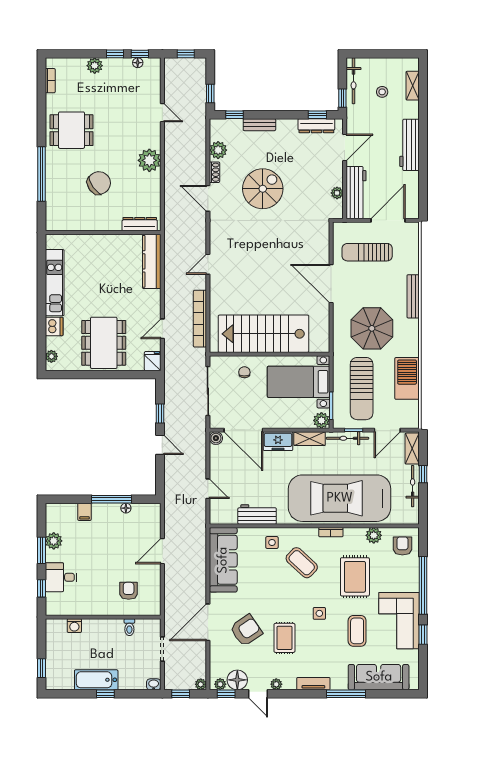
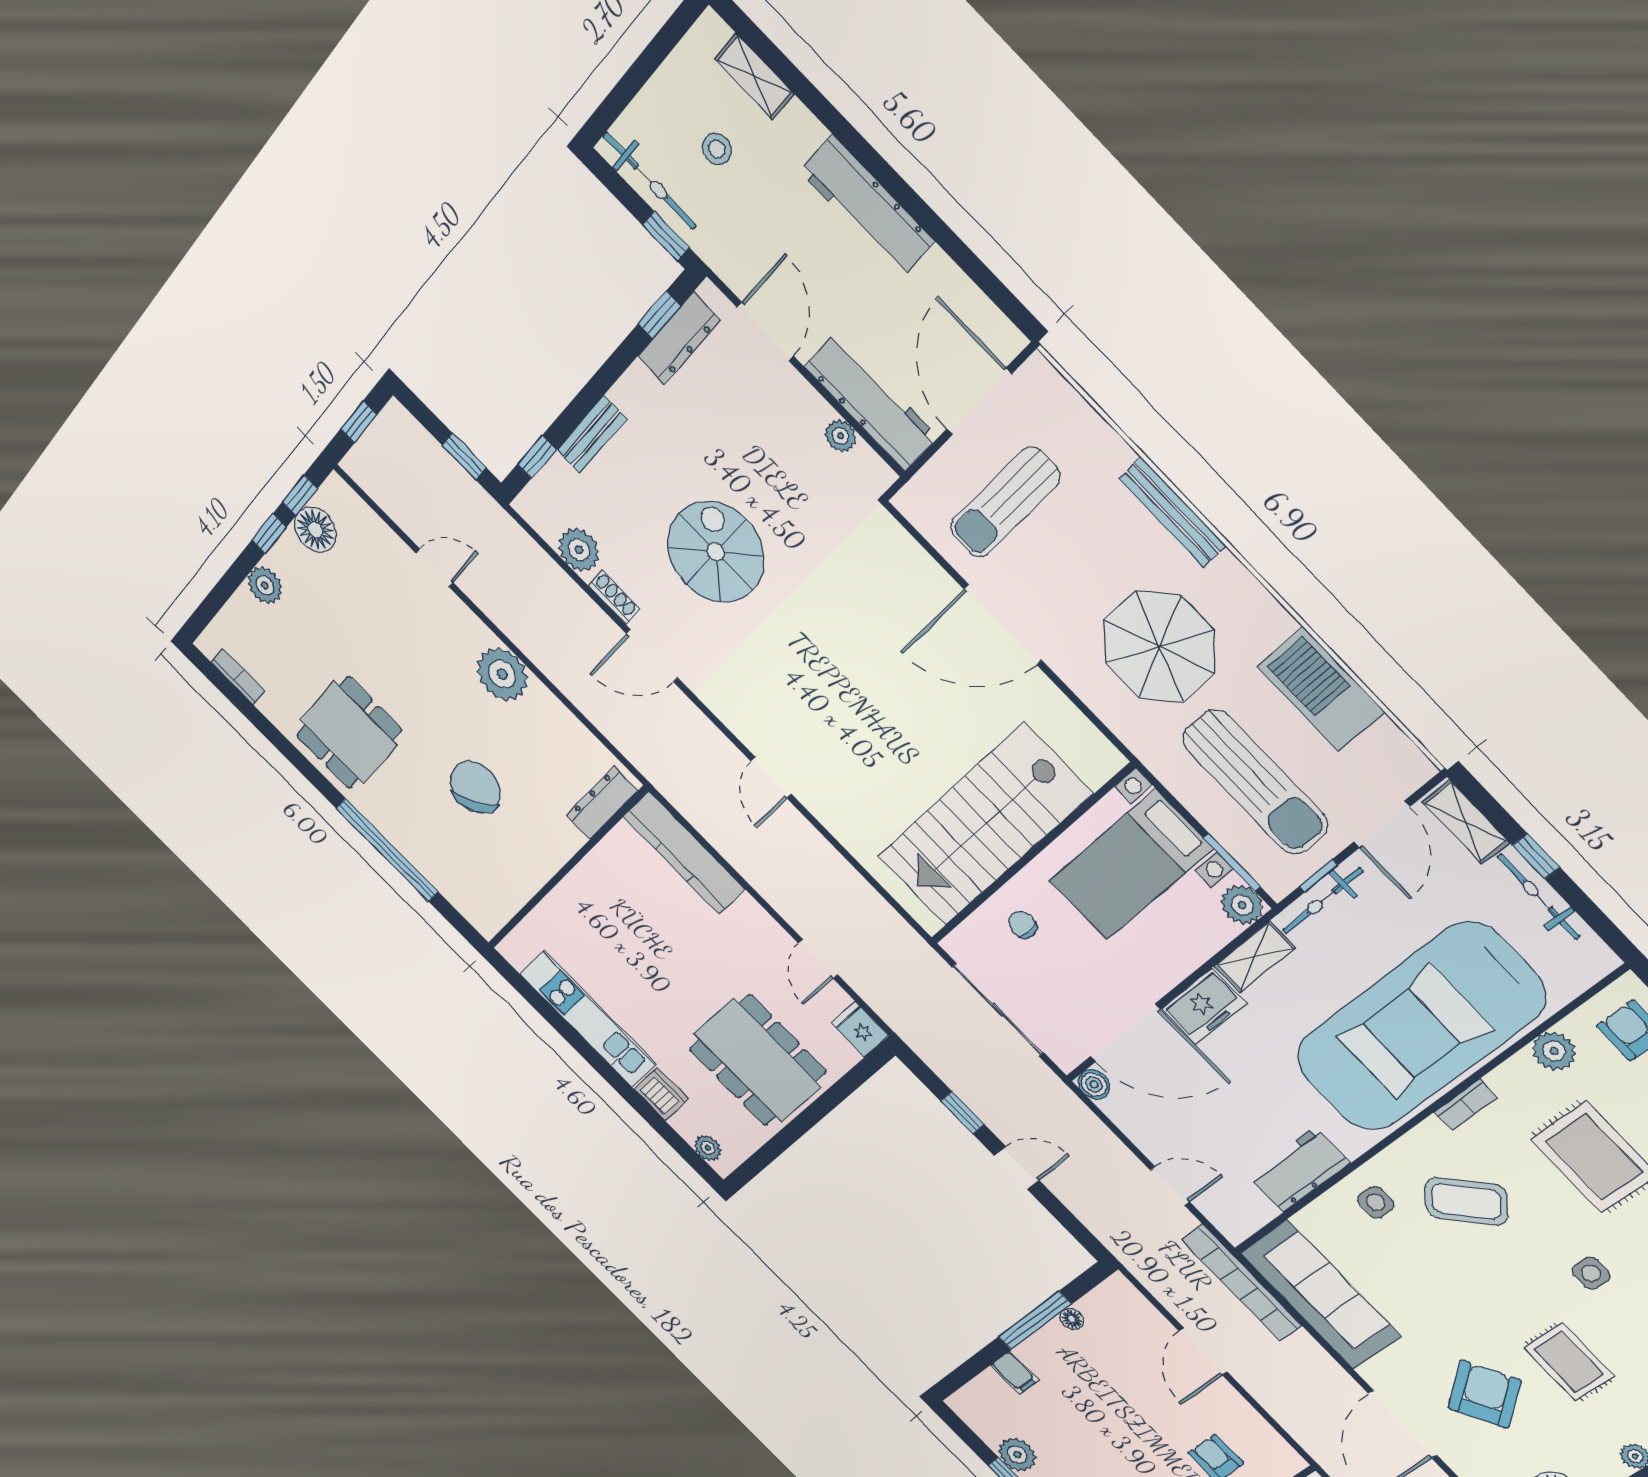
floor lamp: (138, 63) -> (315, 529), width x1.89, depth x1.89
bookcase: (200, 319) -> (1241, 1283), moved

